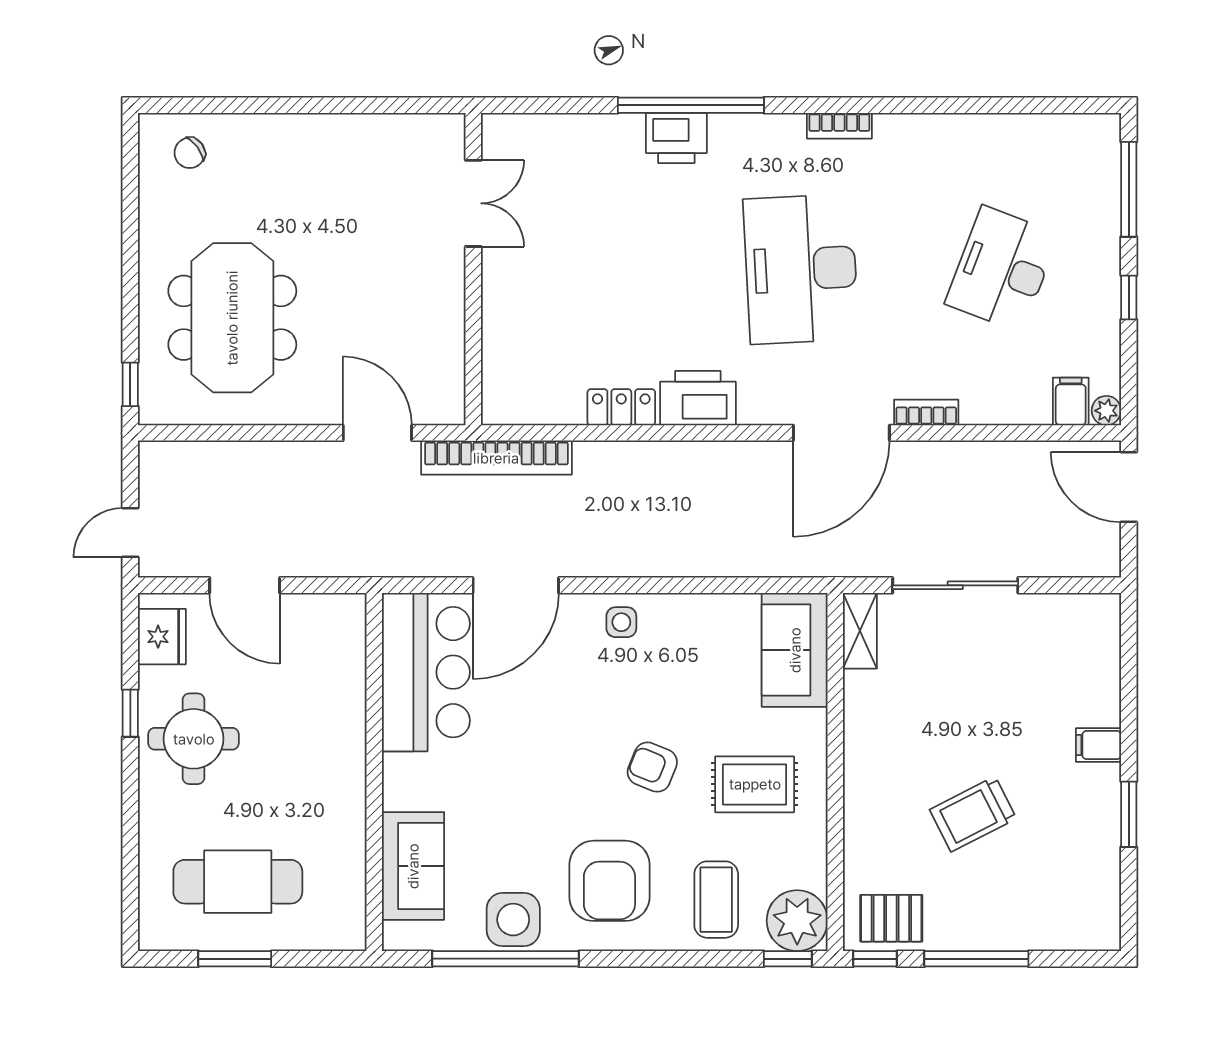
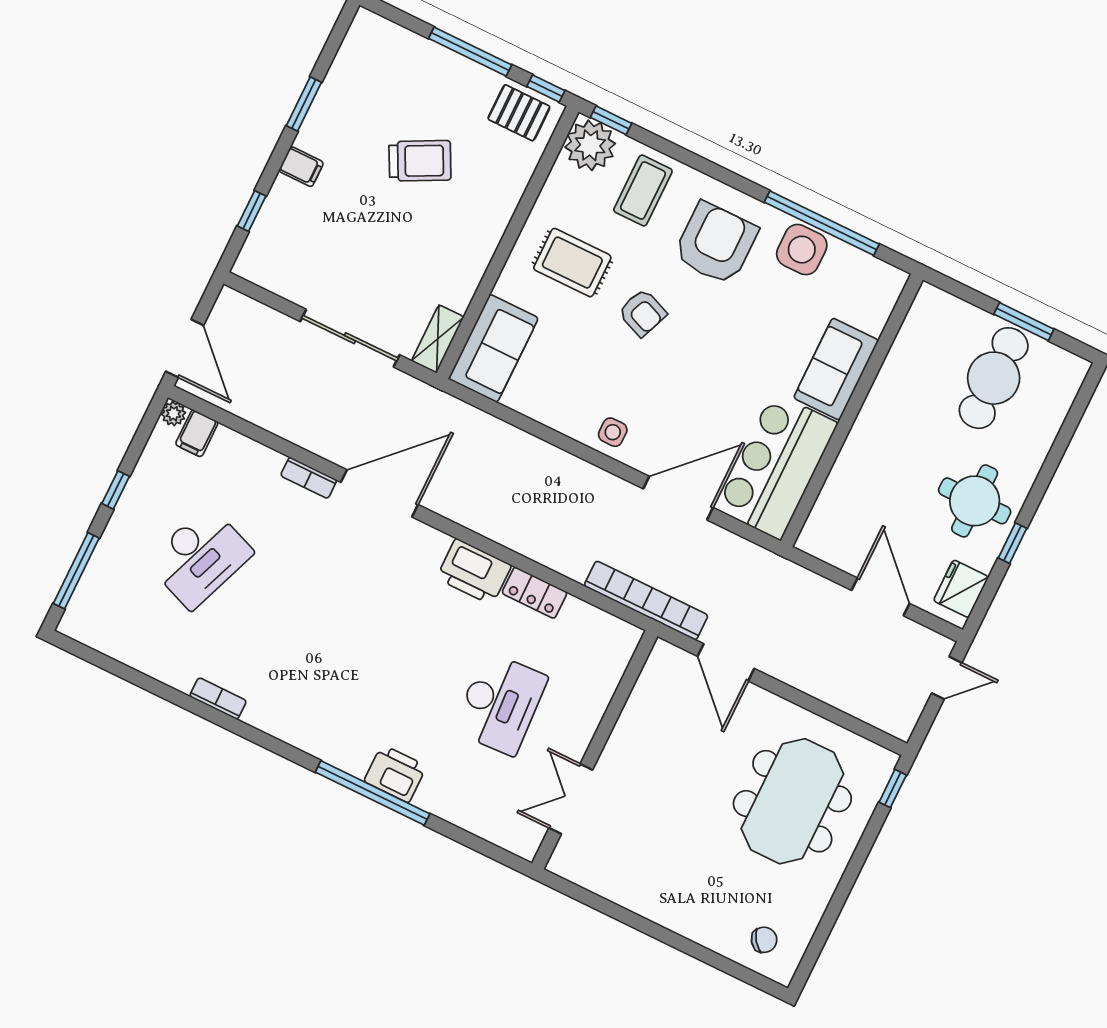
bookcase: (839, 126) -> (218, 699), moved
desk: (801, 269) -> (500, 704), moved, width x0.73, depth x0.77
window: (1129, 671) -> (252, 211), added
sofa: (413, 866) -> (836, 369), moved
cafe table: (238, 882) -> (994, 378), turned 90

